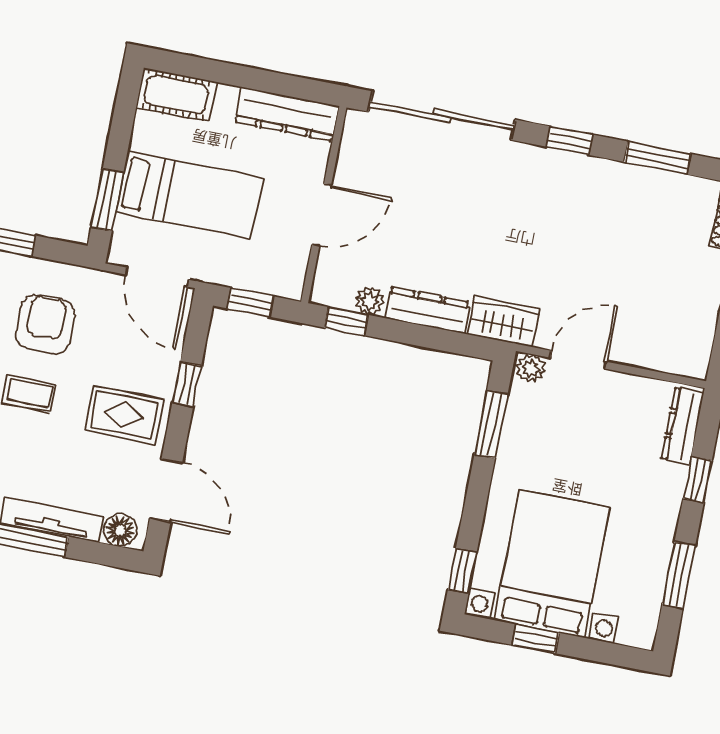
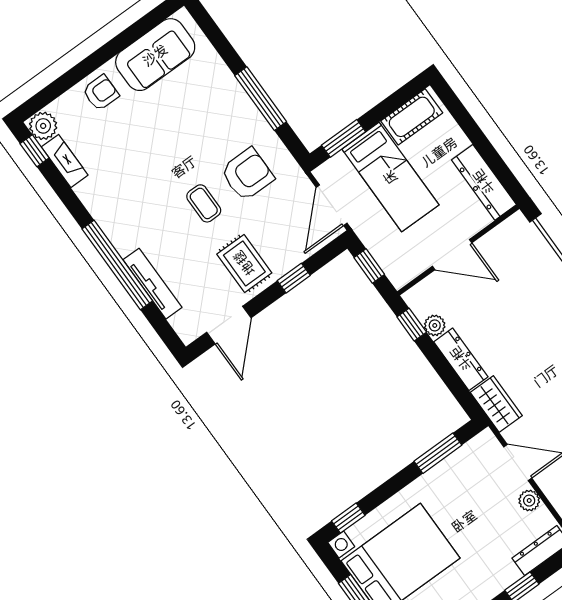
cot: (176, 95) -> (412, 117), moved, turned 90
plant: (531, 368) -> (529, 501), moved
floor lamp: (120, 530) -> (184, 323), removed

